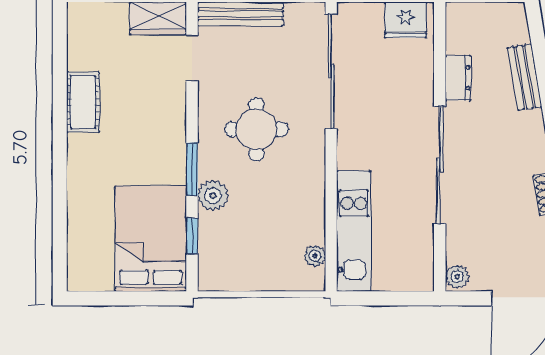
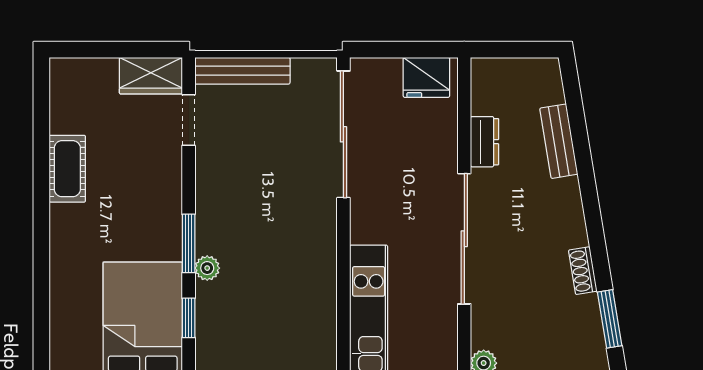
round table: (256, 129) -> (260, 199), removed
plant: (213, 195) -> (207, 268), width x0.73, depth x0.73
plant: (315, 256) -> (325, 340), removed

